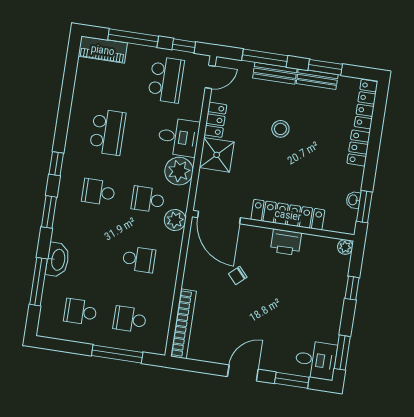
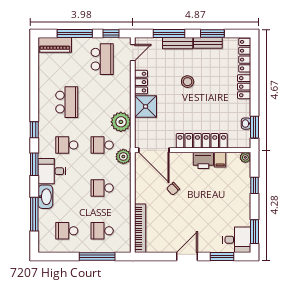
desk: (179, 137) -> (52, 171), moved, turned 180
filing cabinet: (309, 245) -> (220, 160), added
school desk: (139, 259) -> (102, 188), turned 180

